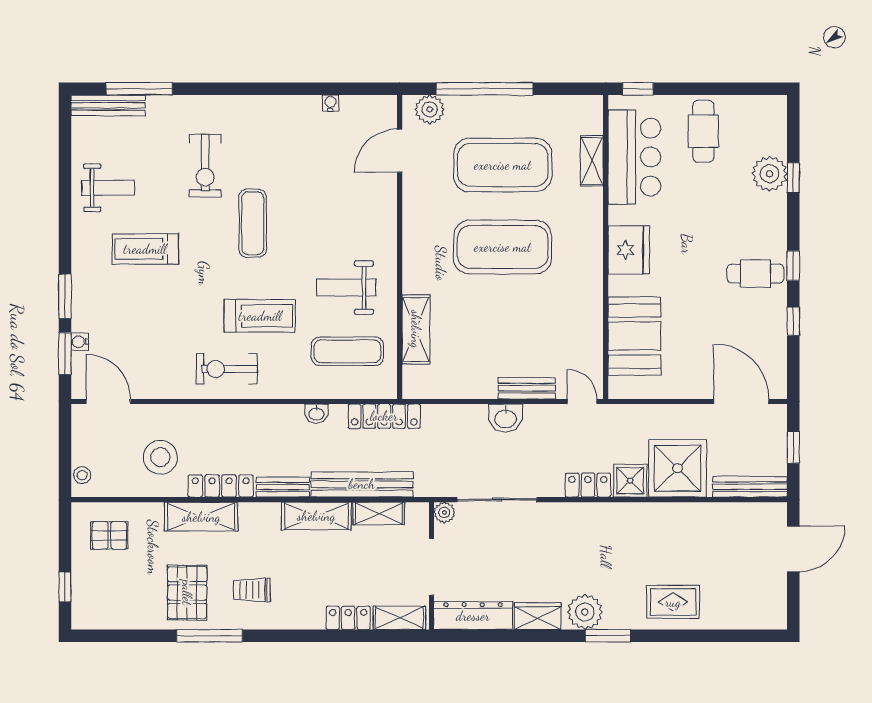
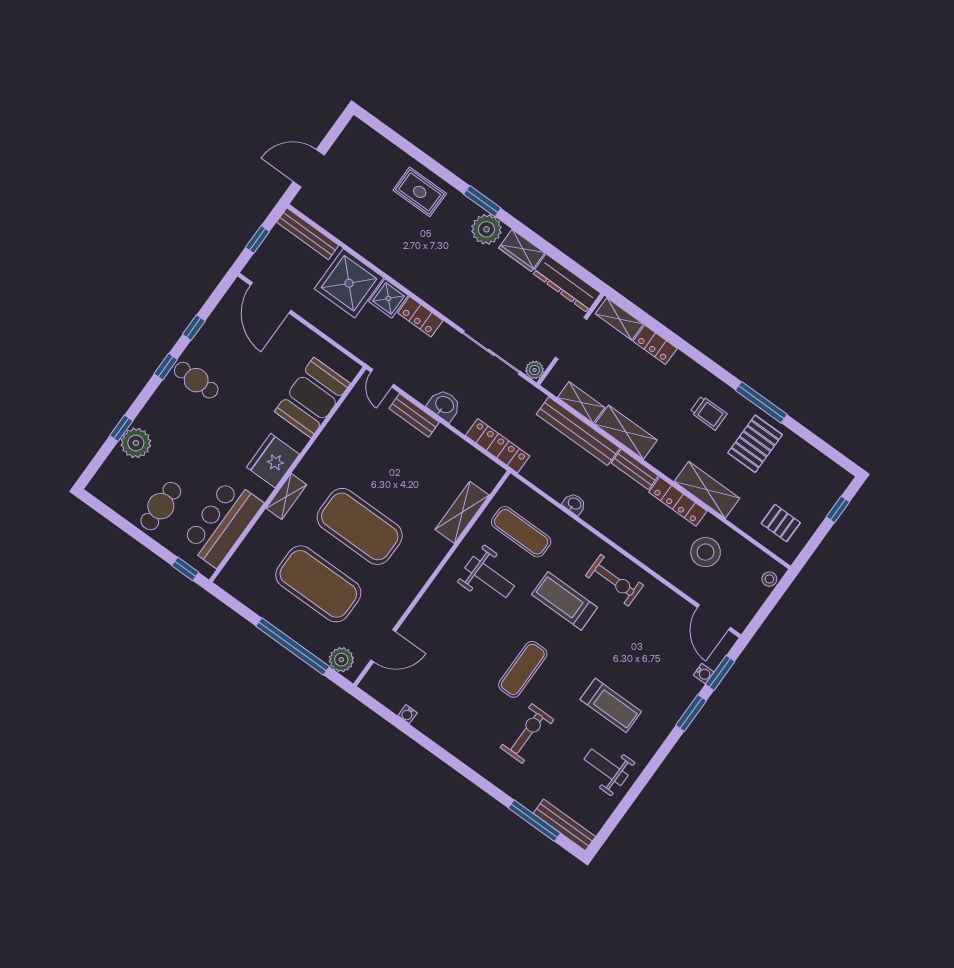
shelving: (592, 161) -> (286, 496), moved
locker: (384, 416) -> (498, 446), moved

